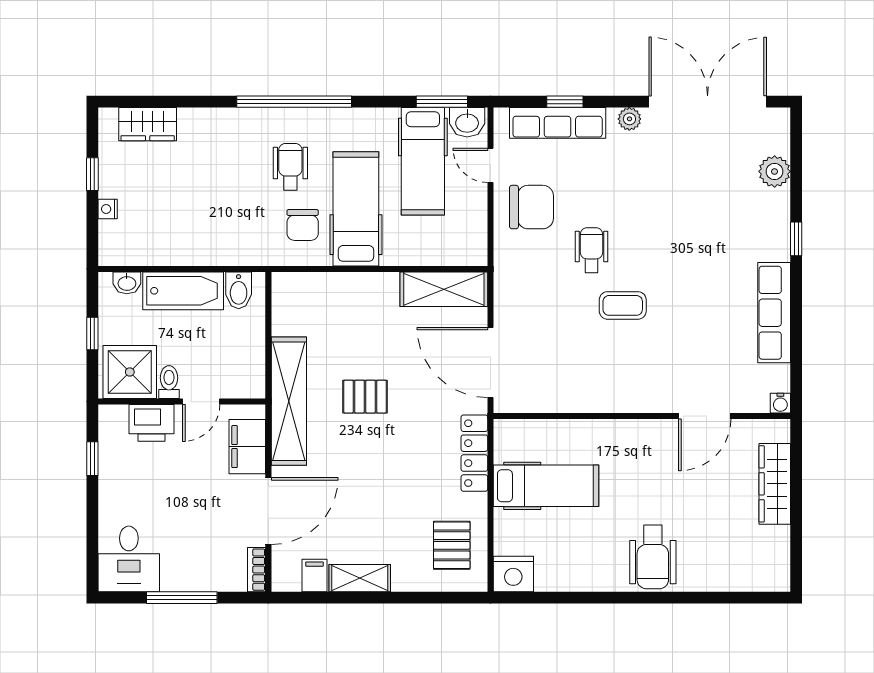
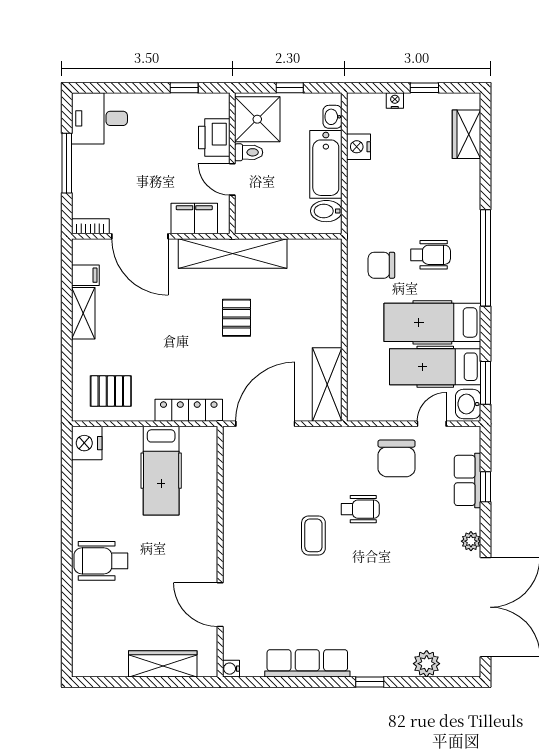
row of seats: (558, 123) -> (468, 480), width x0.68
hospital bed: (356, 209) -> (432, 322), moved, turned 180
nightstand: (162, 252) -> (359, 147), added

